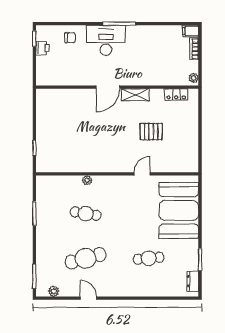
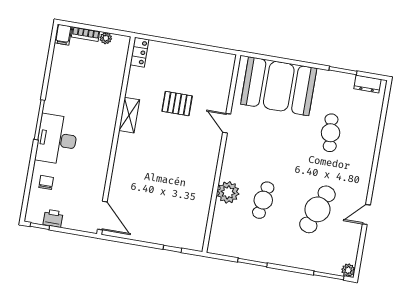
plant: (194, 78) -> (106, 38), moved
door: (108, 87) -> (102, 215), moved
locker: (176, 94) -> (139, 52), moved
pallet: (151, 132) -> (177, 104), turned 90
plant: (87, 180) -> (228, 192), width x1.87, depth x1.87
cafe table: (86, 258) -> (317, 209), turned 36
plant: (54, 291) -> (348, 270), moved

